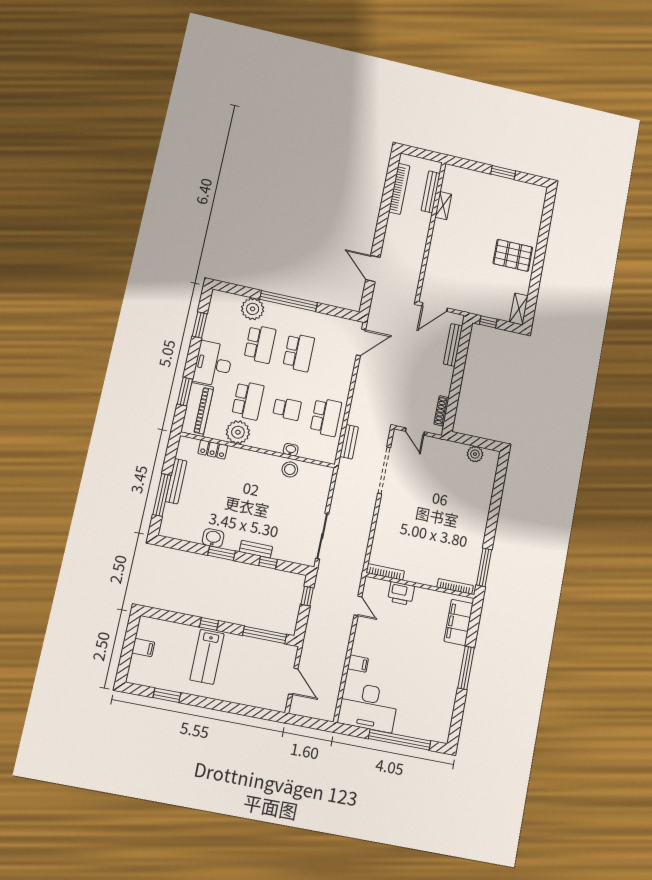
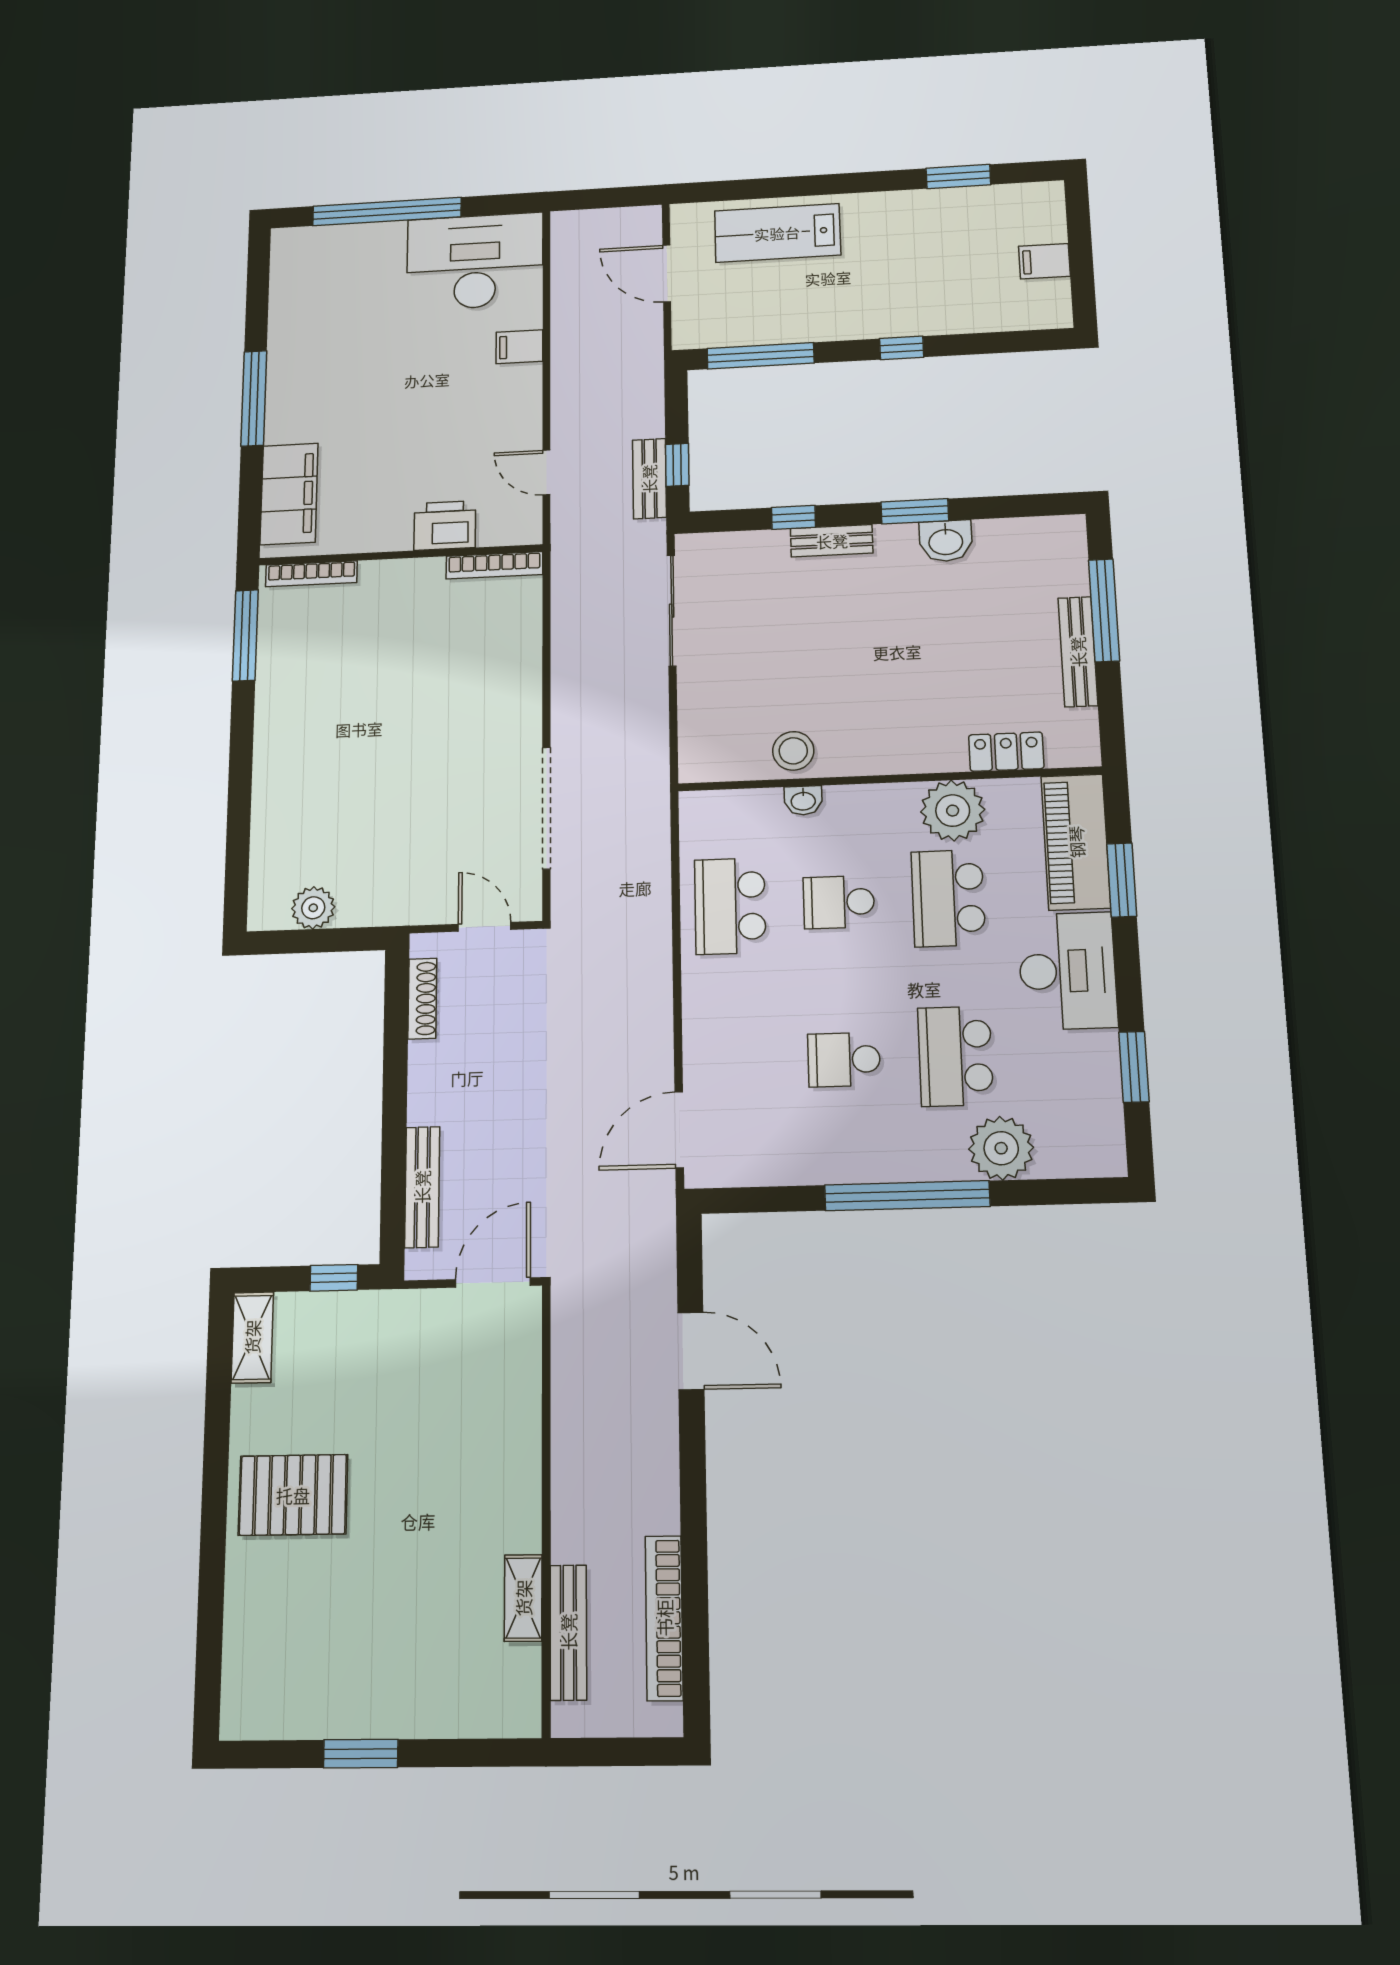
school desk: (299, 352) -> (844, 1060), width x0.54
bench: (349, 442) -> (649, 479), moved
lab bench: (207, 657) -> (777, 233), moved, turned -90

